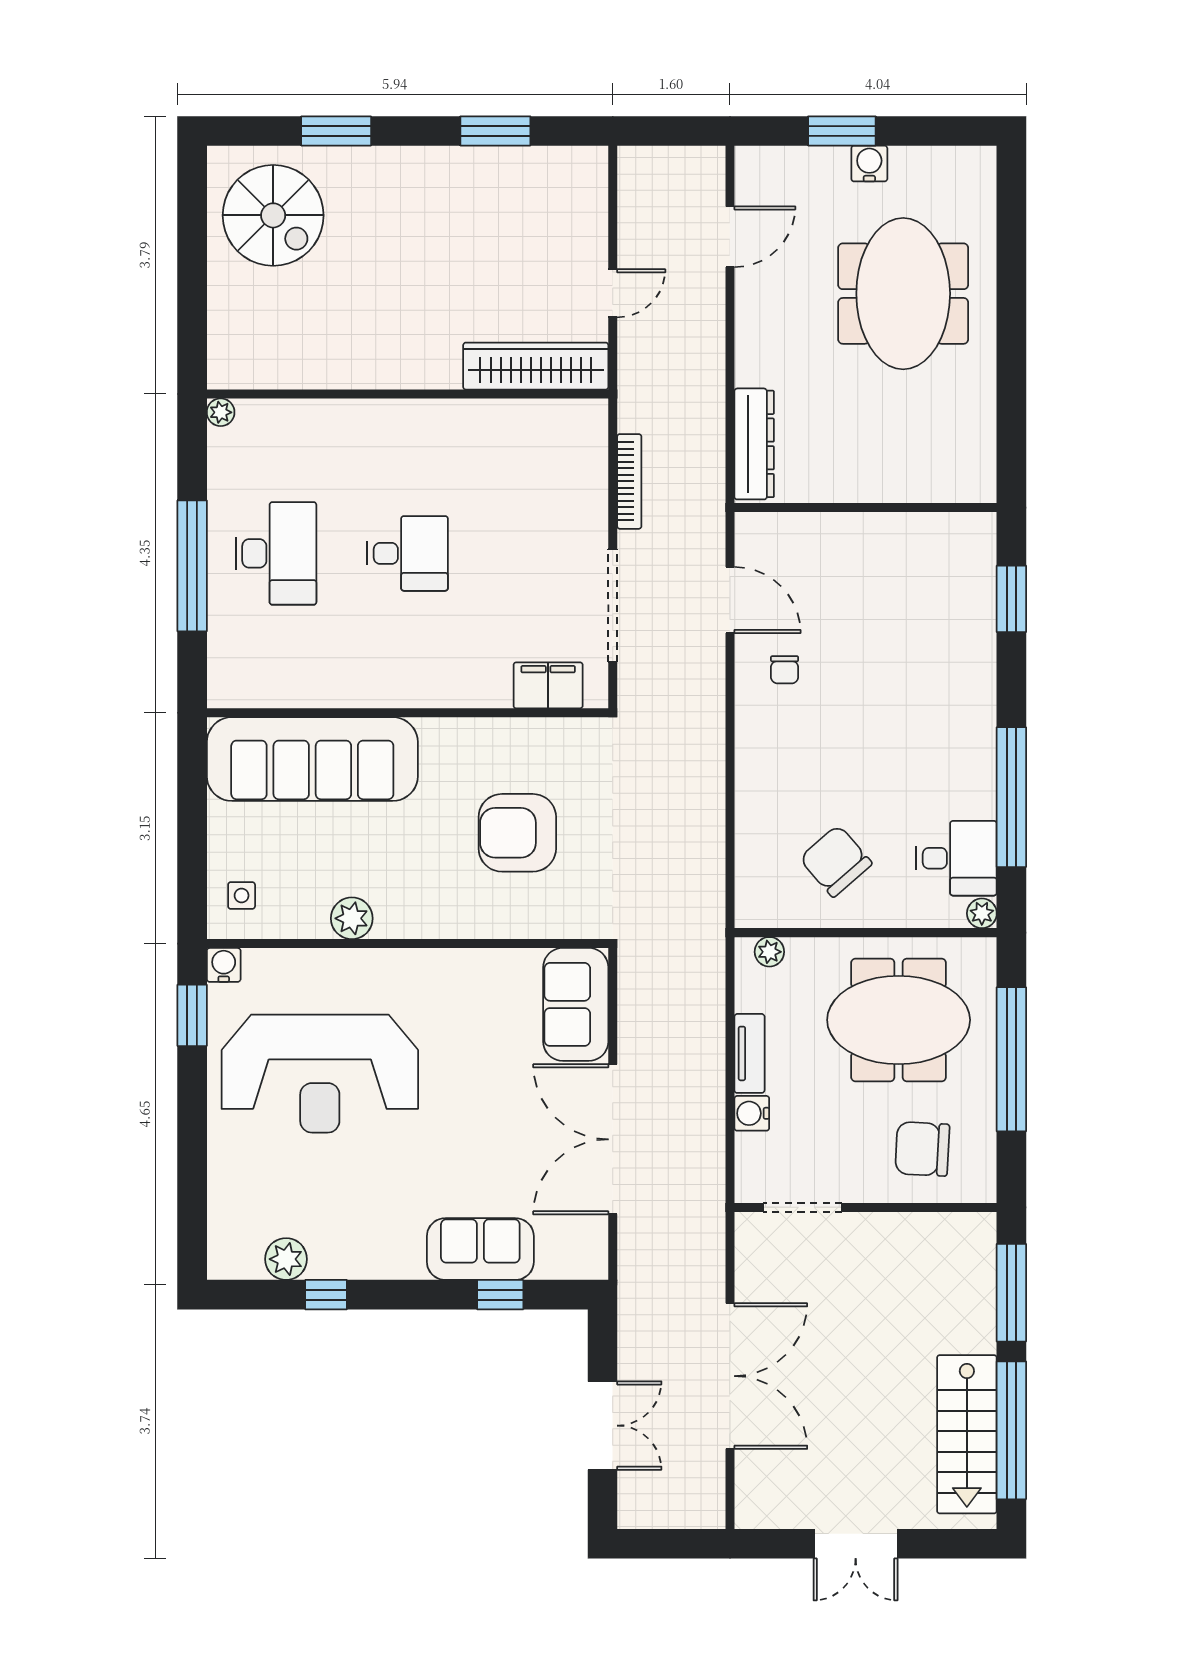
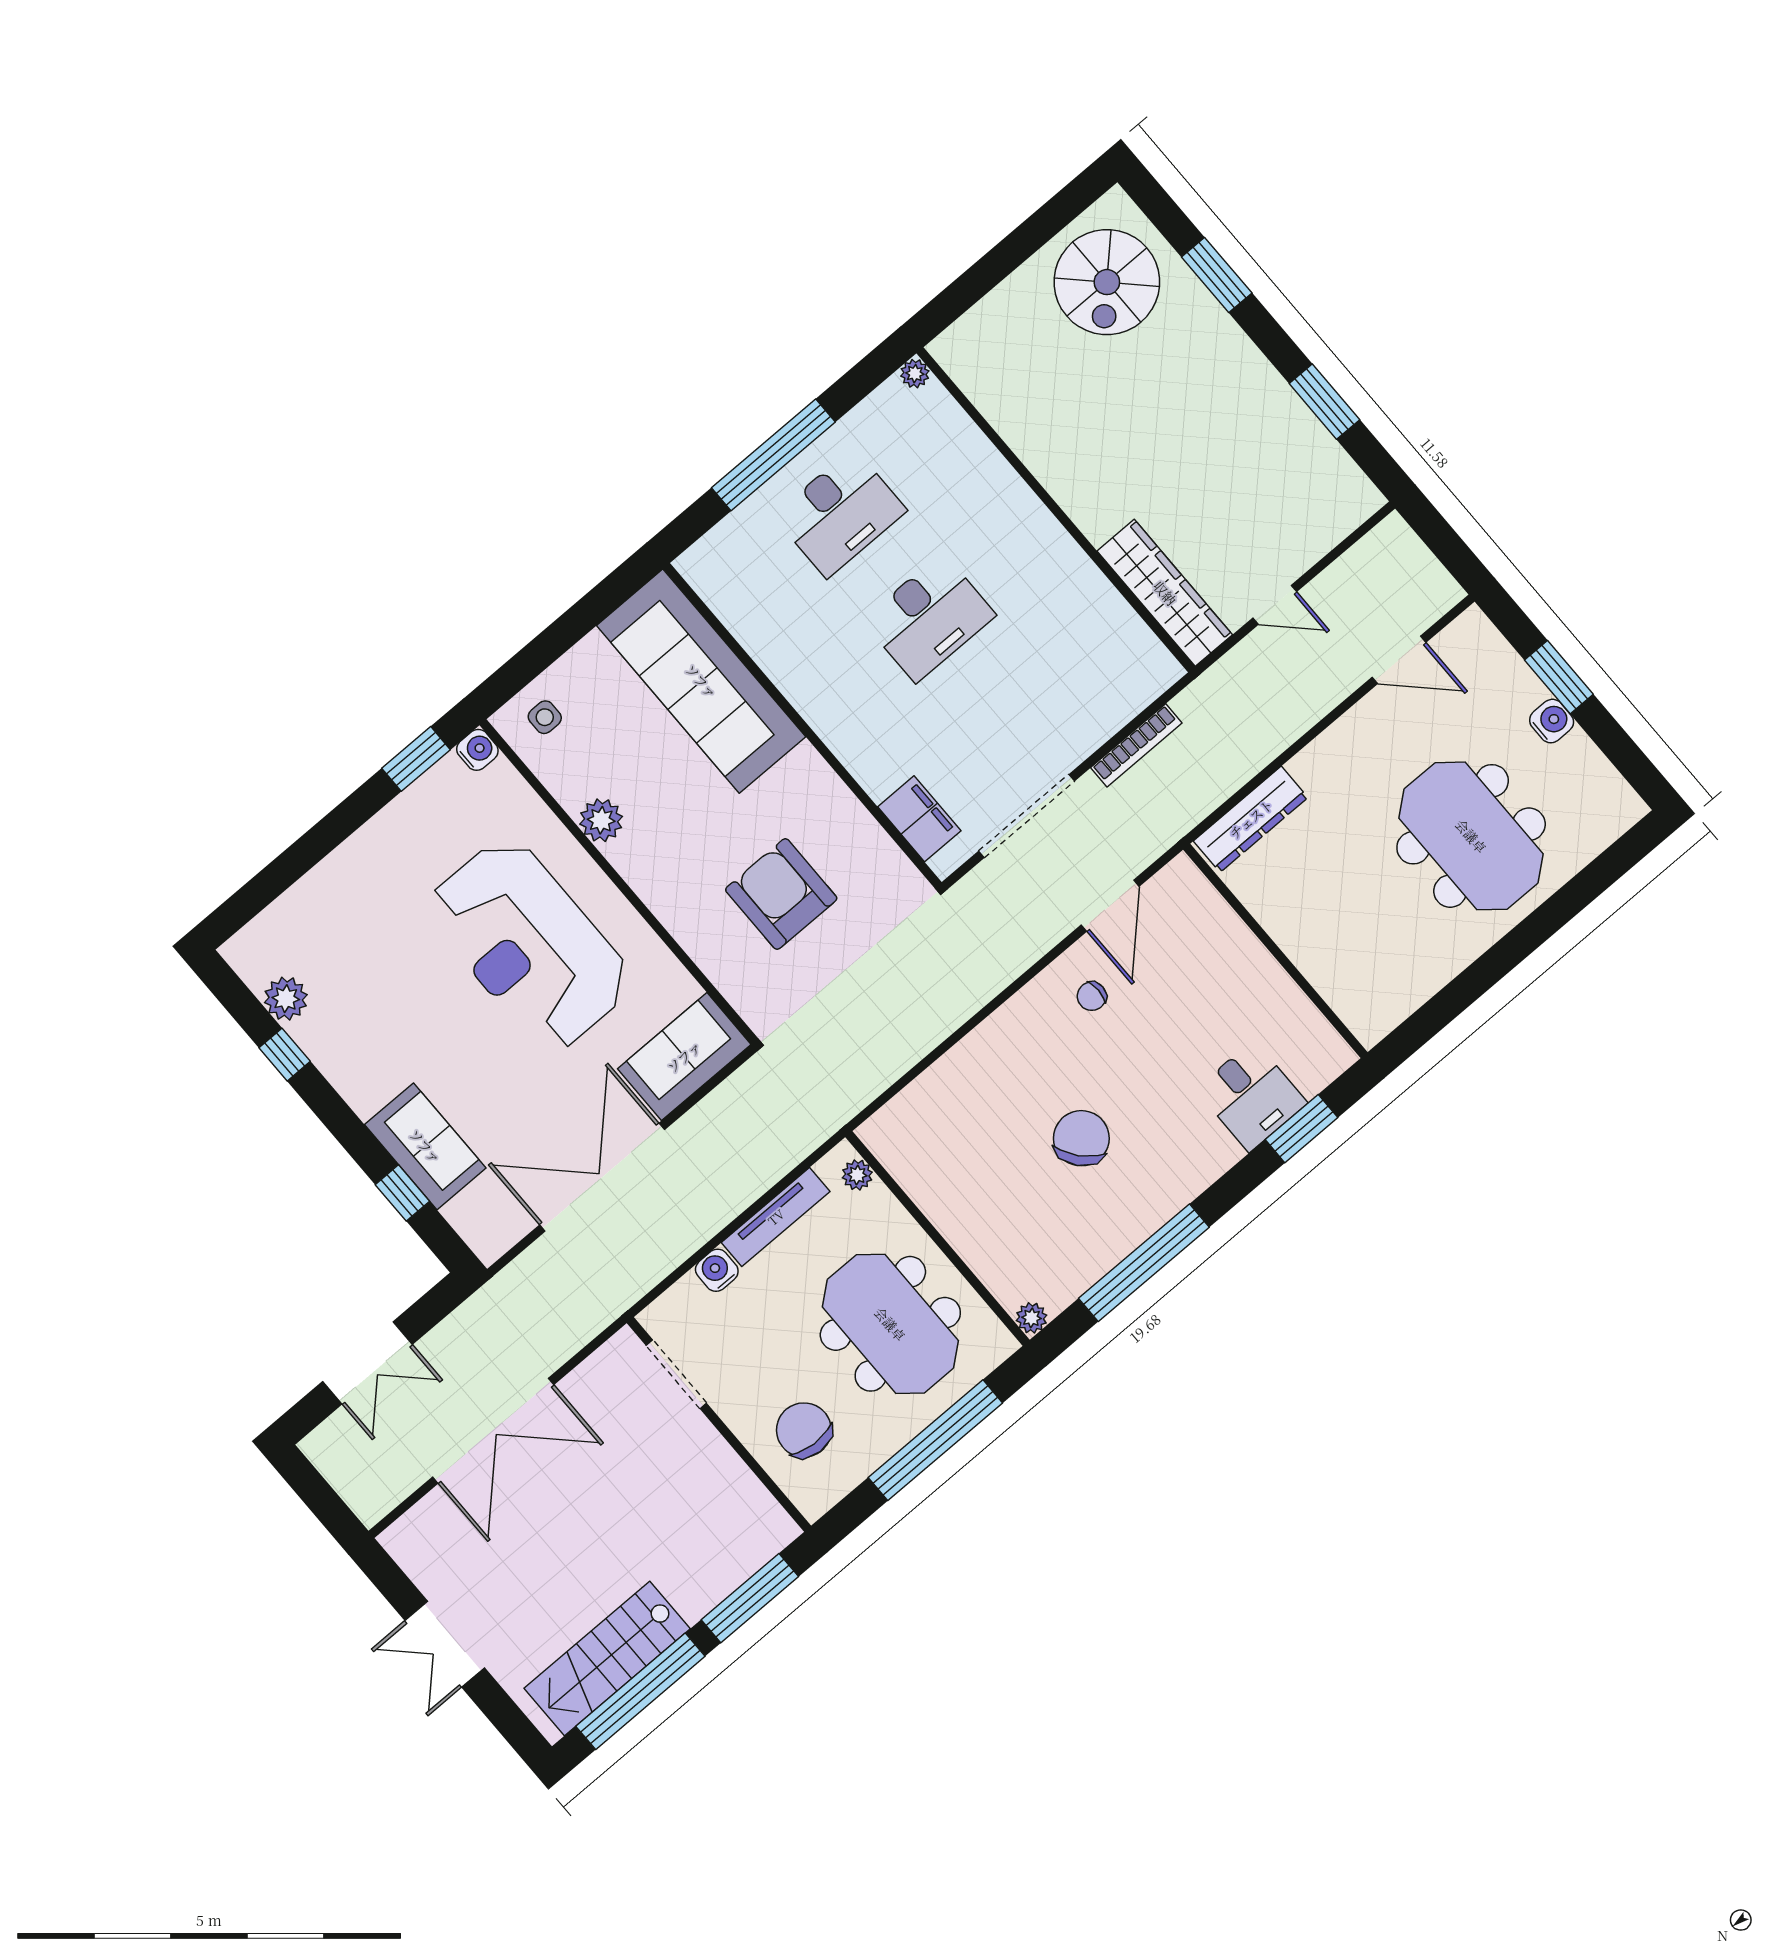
meeting table: (903, 294) -> (1471, 836), turned 90
desk: (408, 553) -> (929, 618), width x1.37
desk: (957, 858) -> (1251, 1096), moved
chair: (836, 861) -> (1081, 1138), moved
tv unit: (749, 1053) -> (776, 1217), width x1.41
reception desk: (320, 1074) -> (529, 945), moved

